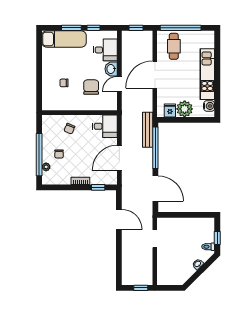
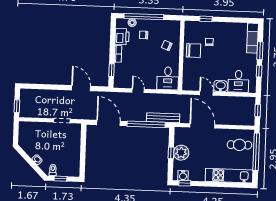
exam couch: (64, 39) -> (252, 38), width x0.73, depth x0.69
kitchen unit: (207, 74) -> (229, 176), moved
door: (155, 75) -> (202, 126), moved
window: (39, 87) -> (206, 19), added
chair: (91, 87) -> (194, 51), moved
window: (217, 104) -> (185, 183), added
fridge: (170, 110) -> (180, 139), removed
window: (185, 120) -> (171, 153), added
door: (119, 158) -> (138, 91), width x0.53
printer: (62, 177) -> (122, 37), added
door: (155, 188) -> (108, 123), swing flipped
door: (119, 219) -> (81, 88), swing flipped

